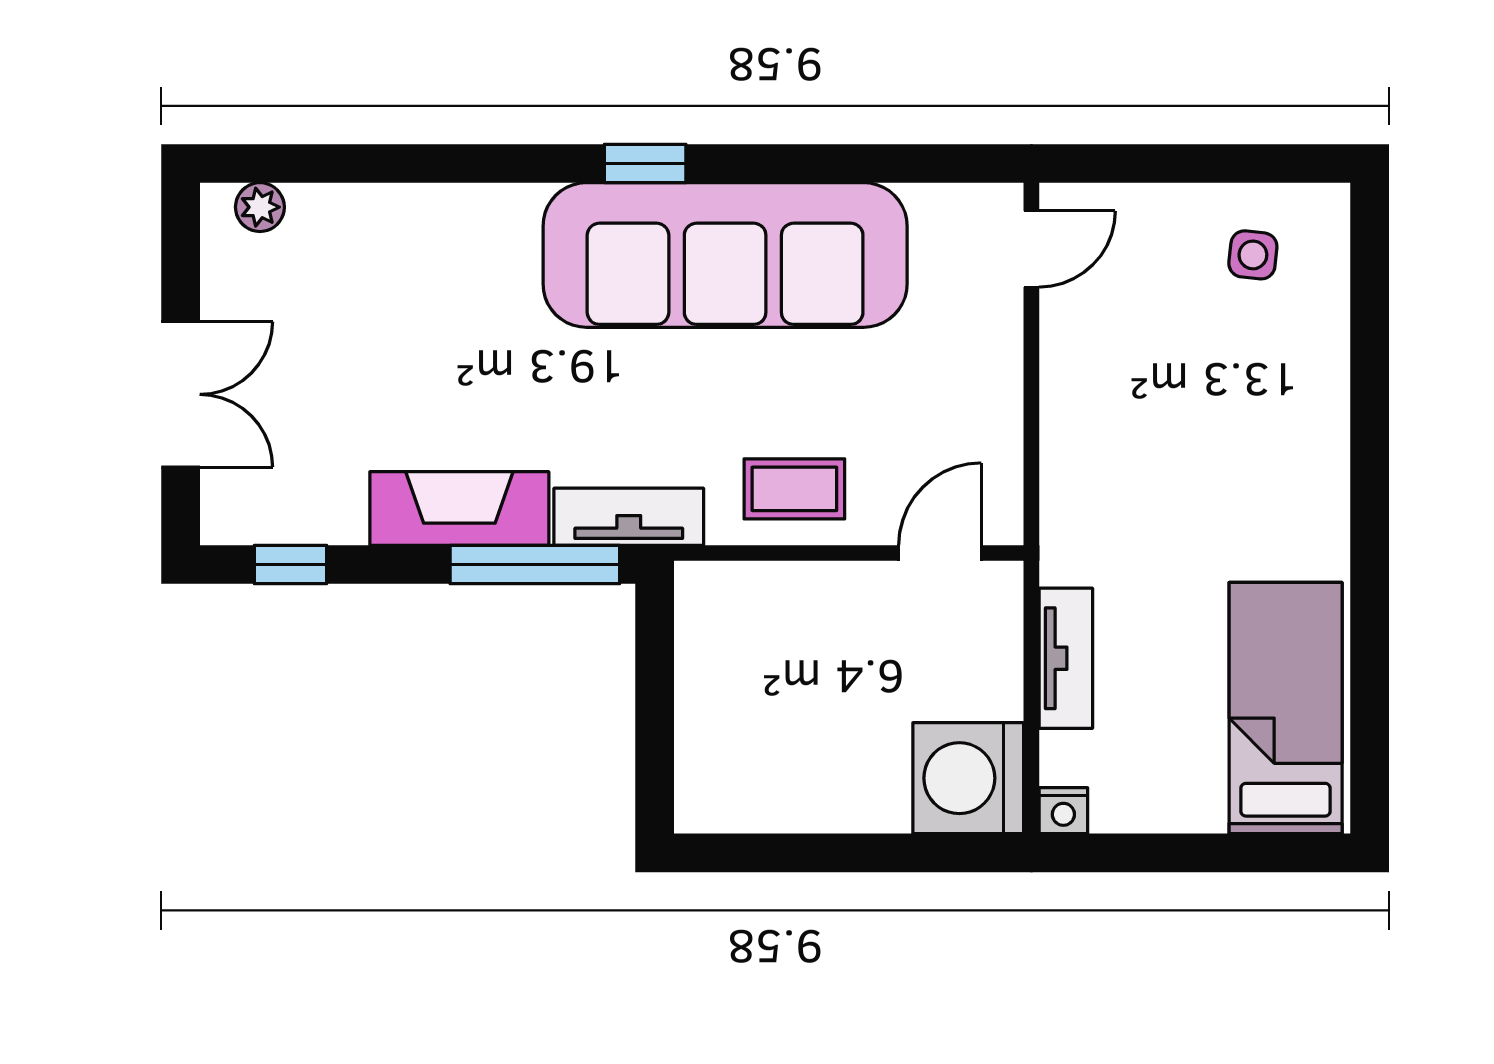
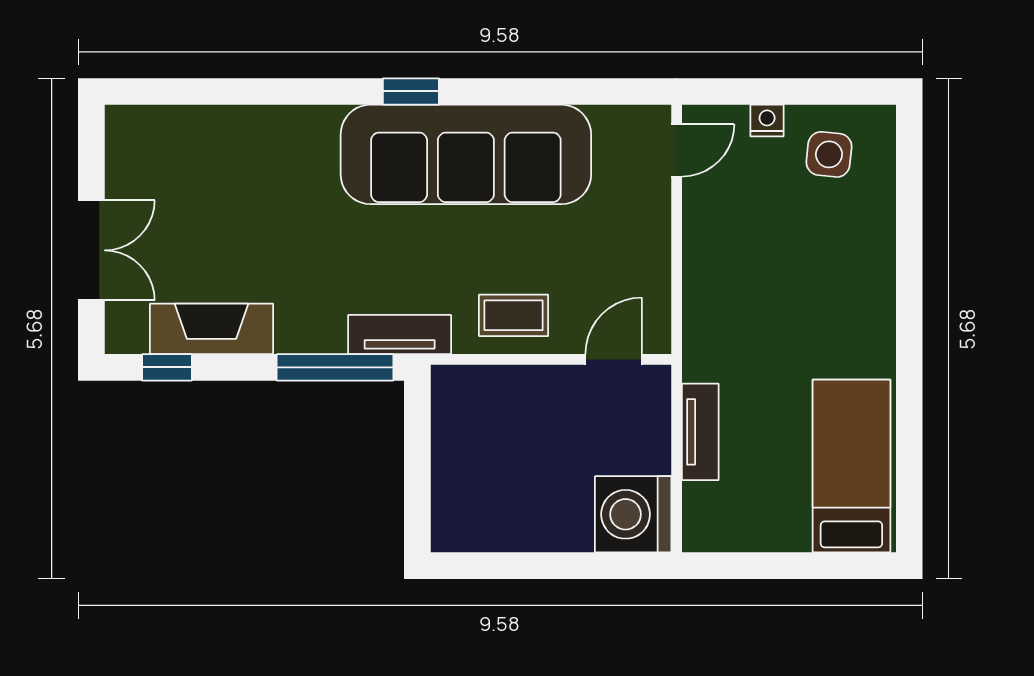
plant: (260, 207) -> (146, 122), removed
side table: (1253, 255) -> (829, 154), width x1.37, depth x1.37
fireplace: (459, 508) -> (211, 329), moved
nightstand: (1063, 811) -> (767, 121), moved, turned 180

